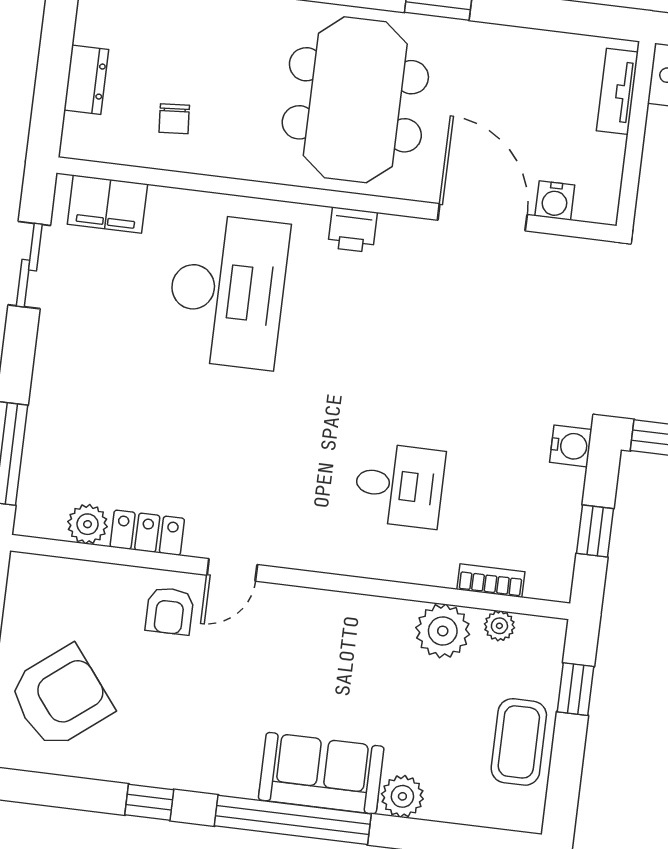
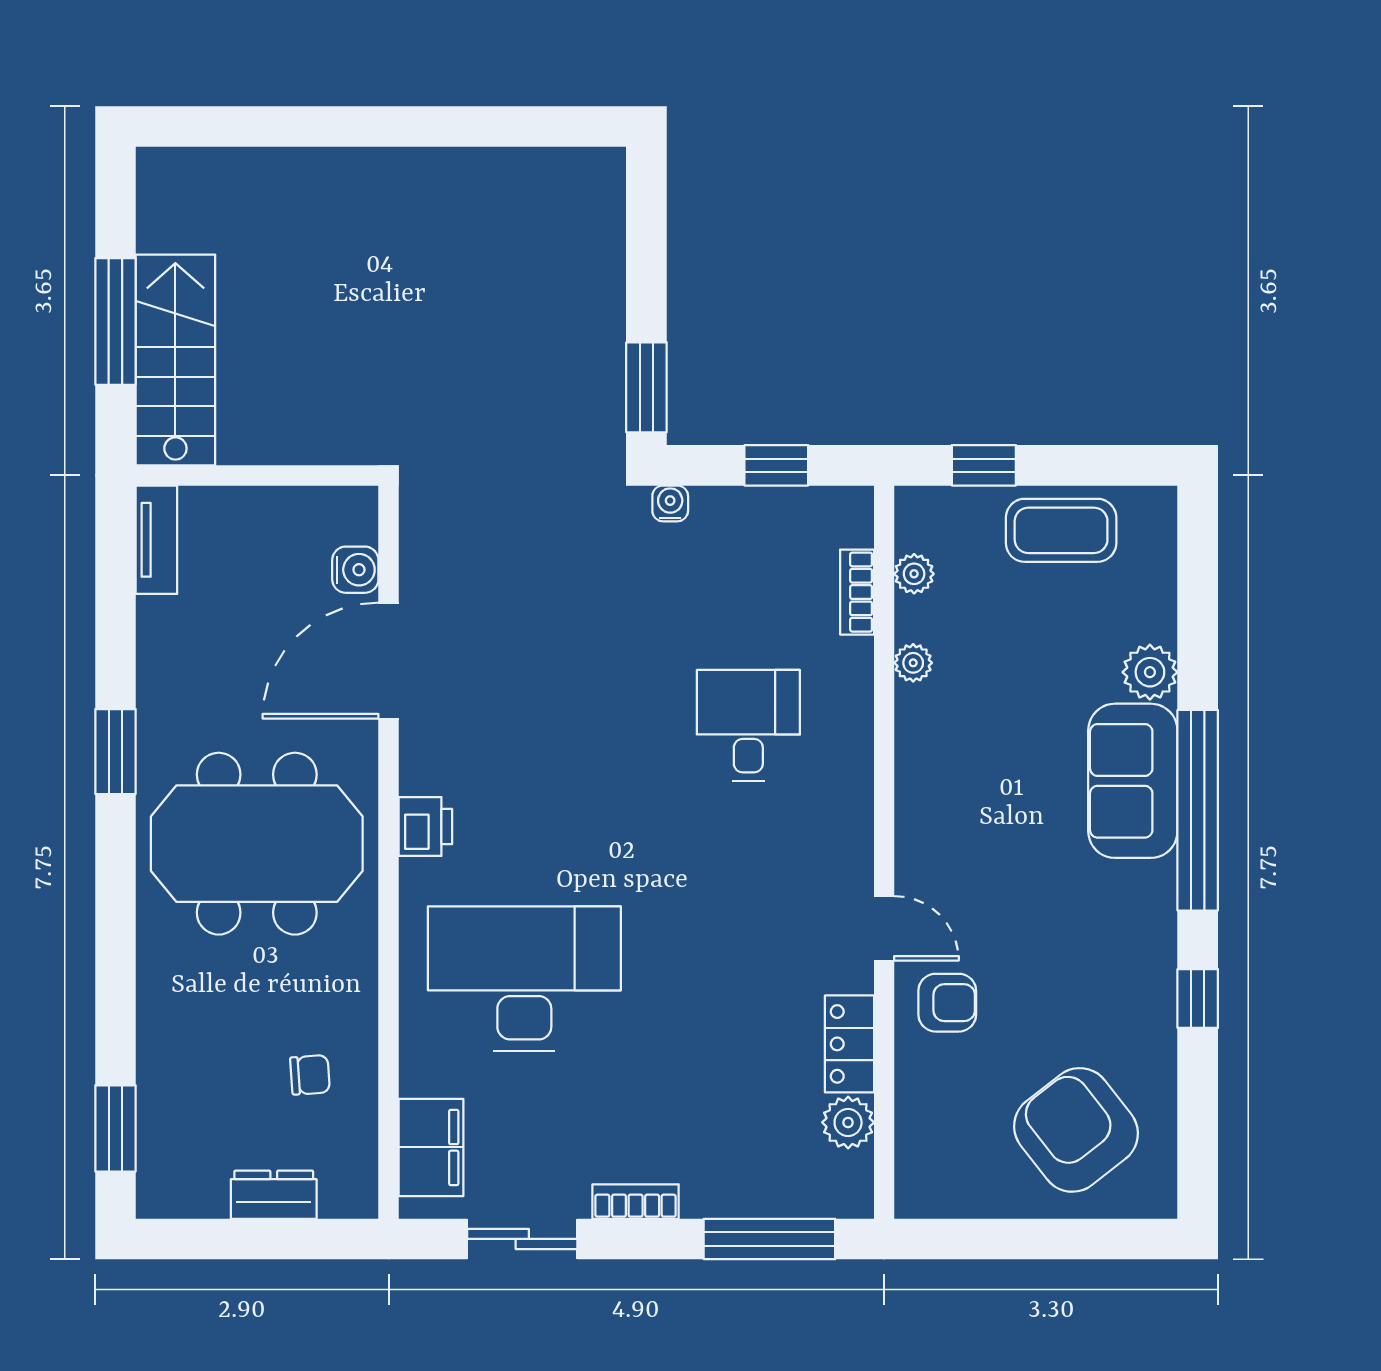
tv unit: (617, 91) -> (156, 540), moved, turned -90
bookcase: (47, 355) -> (636, 1202), added
water cooler: (571, 446) -> (670, 503), width x0.72, depth x0.72
plant: (443, 631) -> (913, 663), width x0.53, depth x0.53

